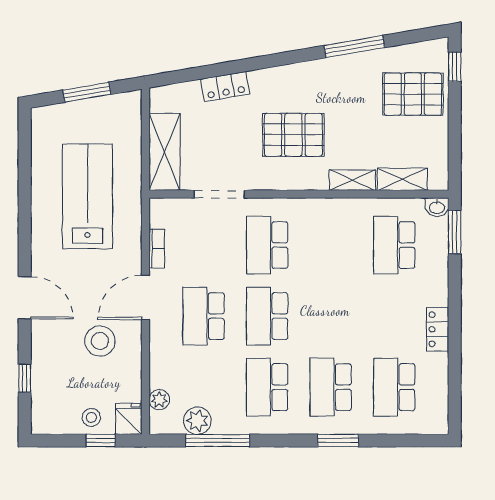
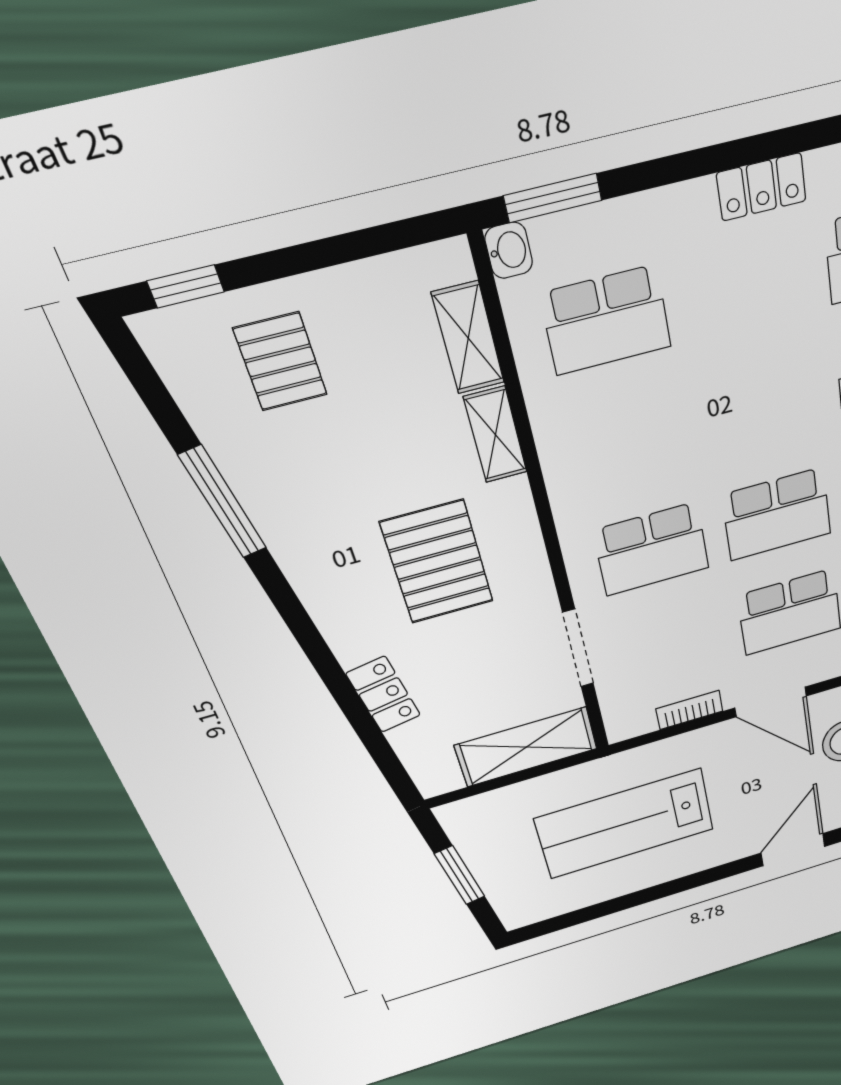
pallet: (413, 94) -> (281, 362), width x0.67, depth x0.71

